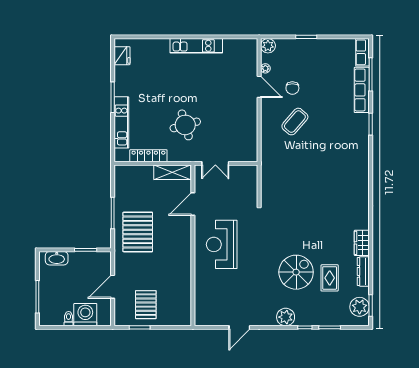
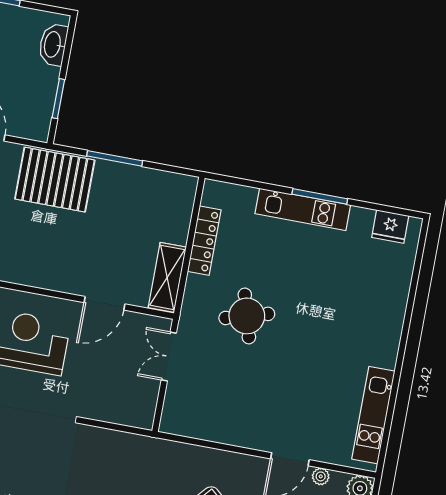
kitchen unit: (196, 46) -> (373, 415), moved
kitchen unit: (121, 122) -> (303, 209), moved
door: (193, 204) -> (104, 303), swing flipped
pallet: (138, 232) -> (55, 180), moved

